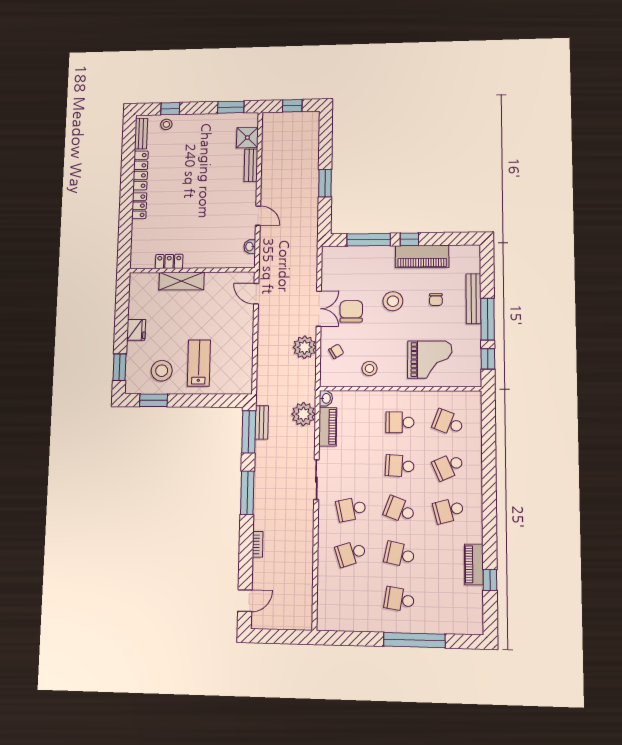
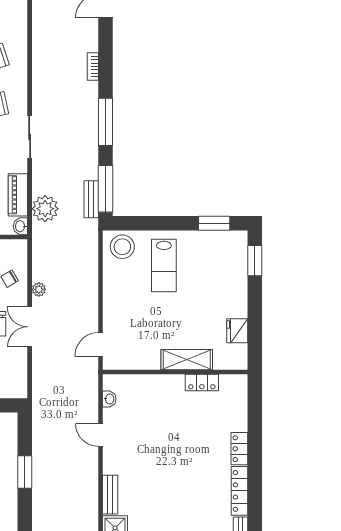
door: (256, 294) -> (101, 344), swing flipped
fridge: (136, 330) -> (237, 331), moved
plant: (305, 347) -> (39, 289), width x0.53, depth x0.53
stool: (162, 371) -> (122, 247), moved

